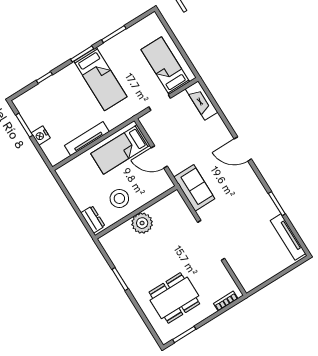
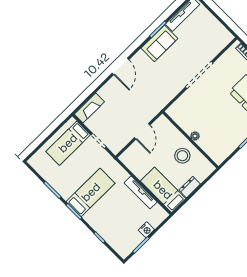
bed: (120, 149) -> (163, 190), moved, turned 180
sofa: (194, 188) -> (159, 43), moved, turned 180
dresser: (93, 219) -> (190, 187), moved
plant: (142, 223) -> (195, 136), width x0.53, depth x0.53

